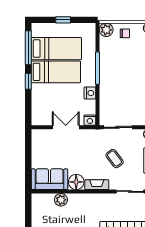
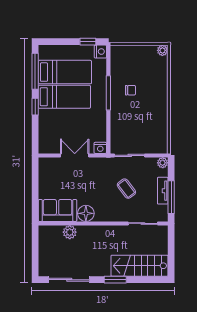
window: (63, 20) -> (88, 42), moved
plant: (106, 30) -> (118, 52), removed
chair: (125, 33) -> (130, 90), moved
nightstand: (90, 93) -> (100, 52), moved
fireplace: (97, 185) -> (108, 216), removed

